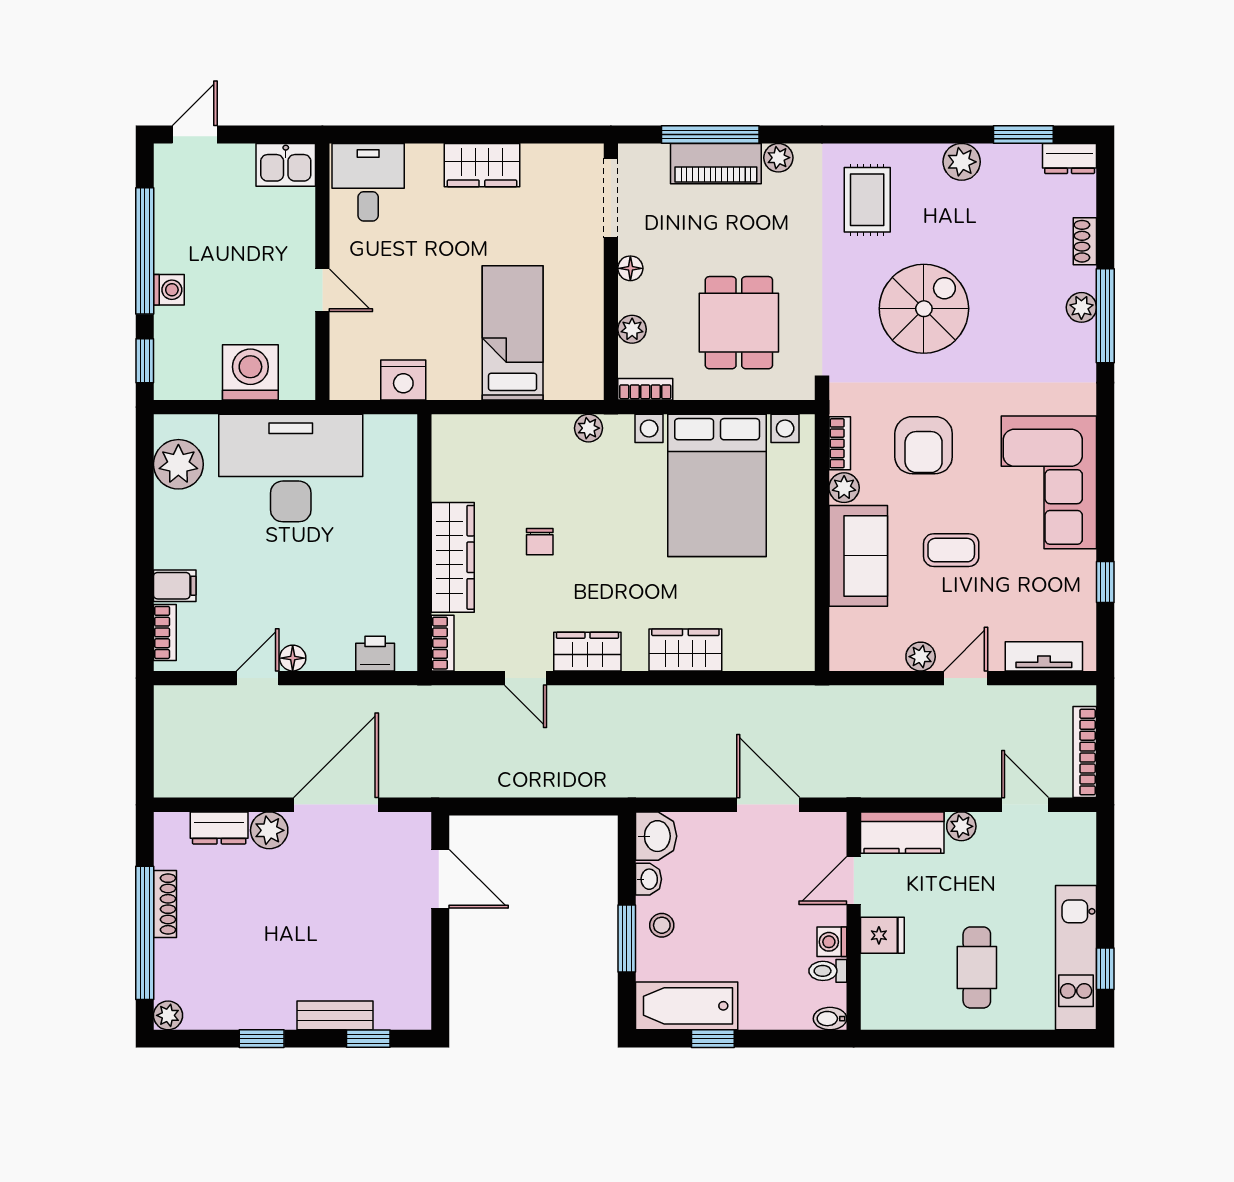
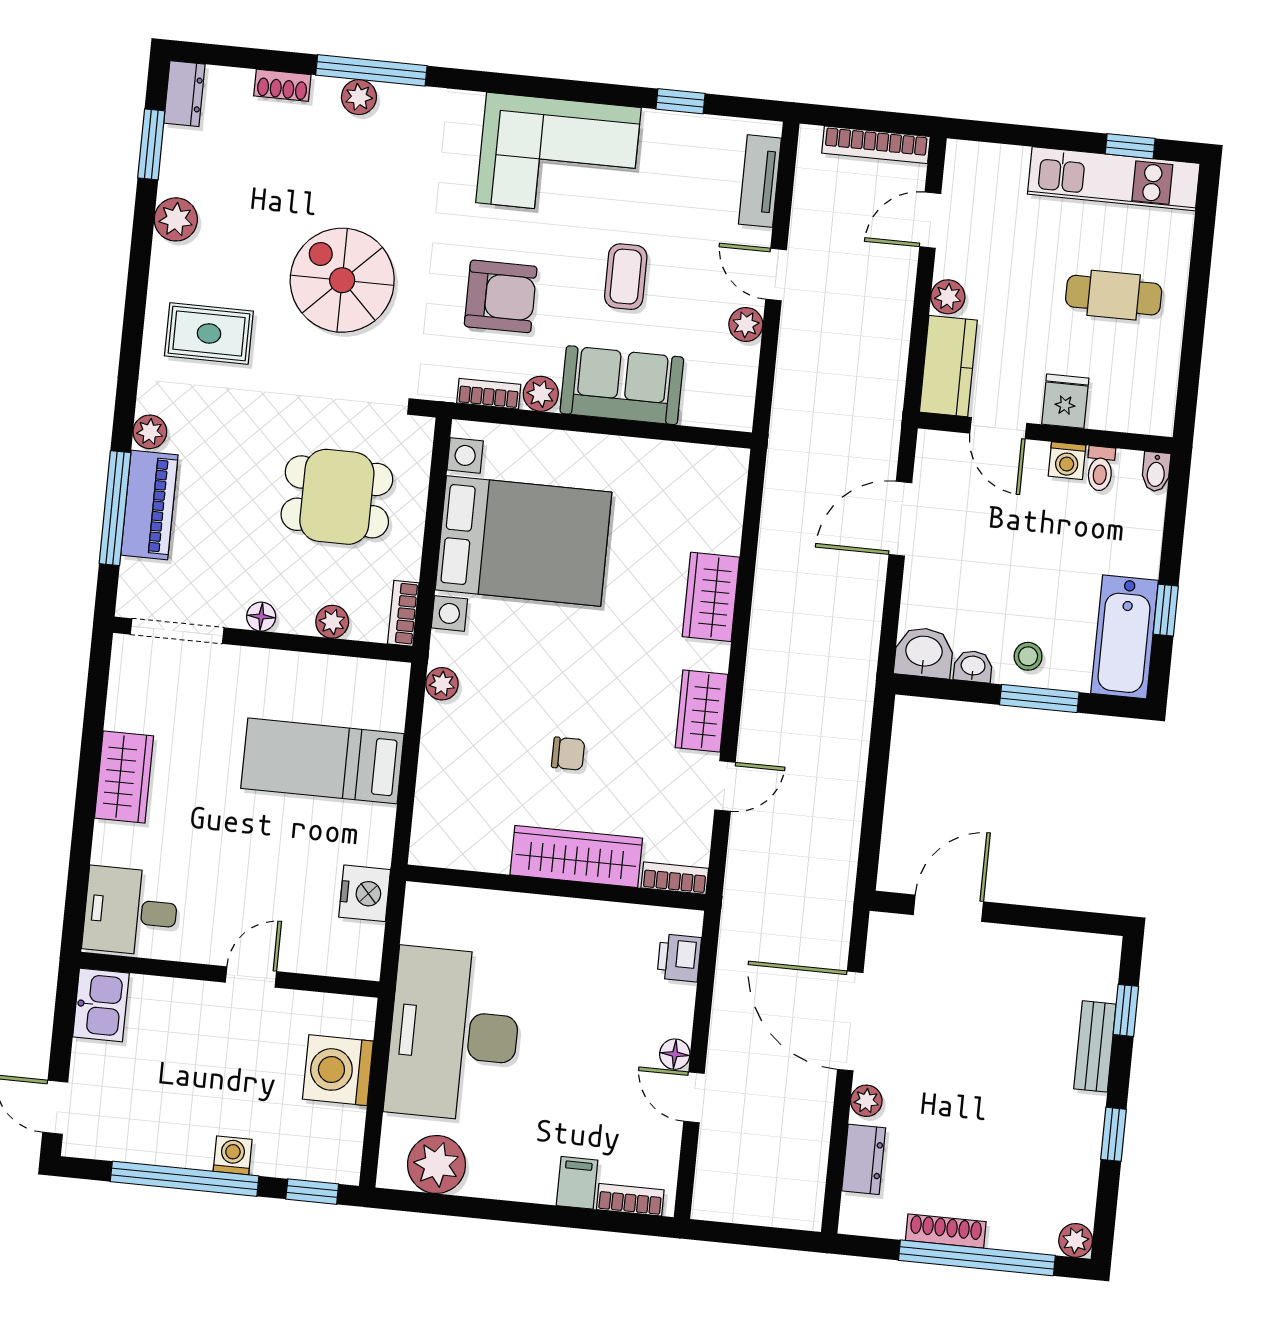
plant: (269, 830) -> (866, 1101), width x0.73, depth x0.73

